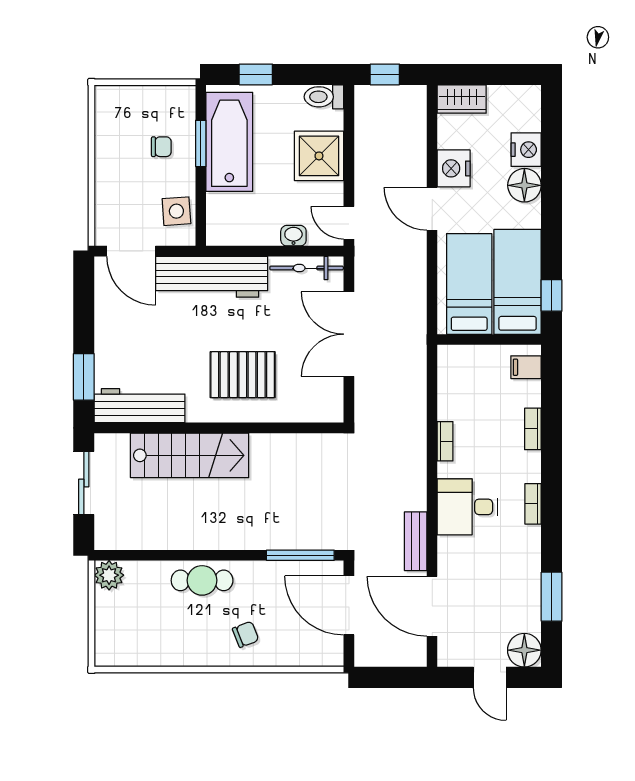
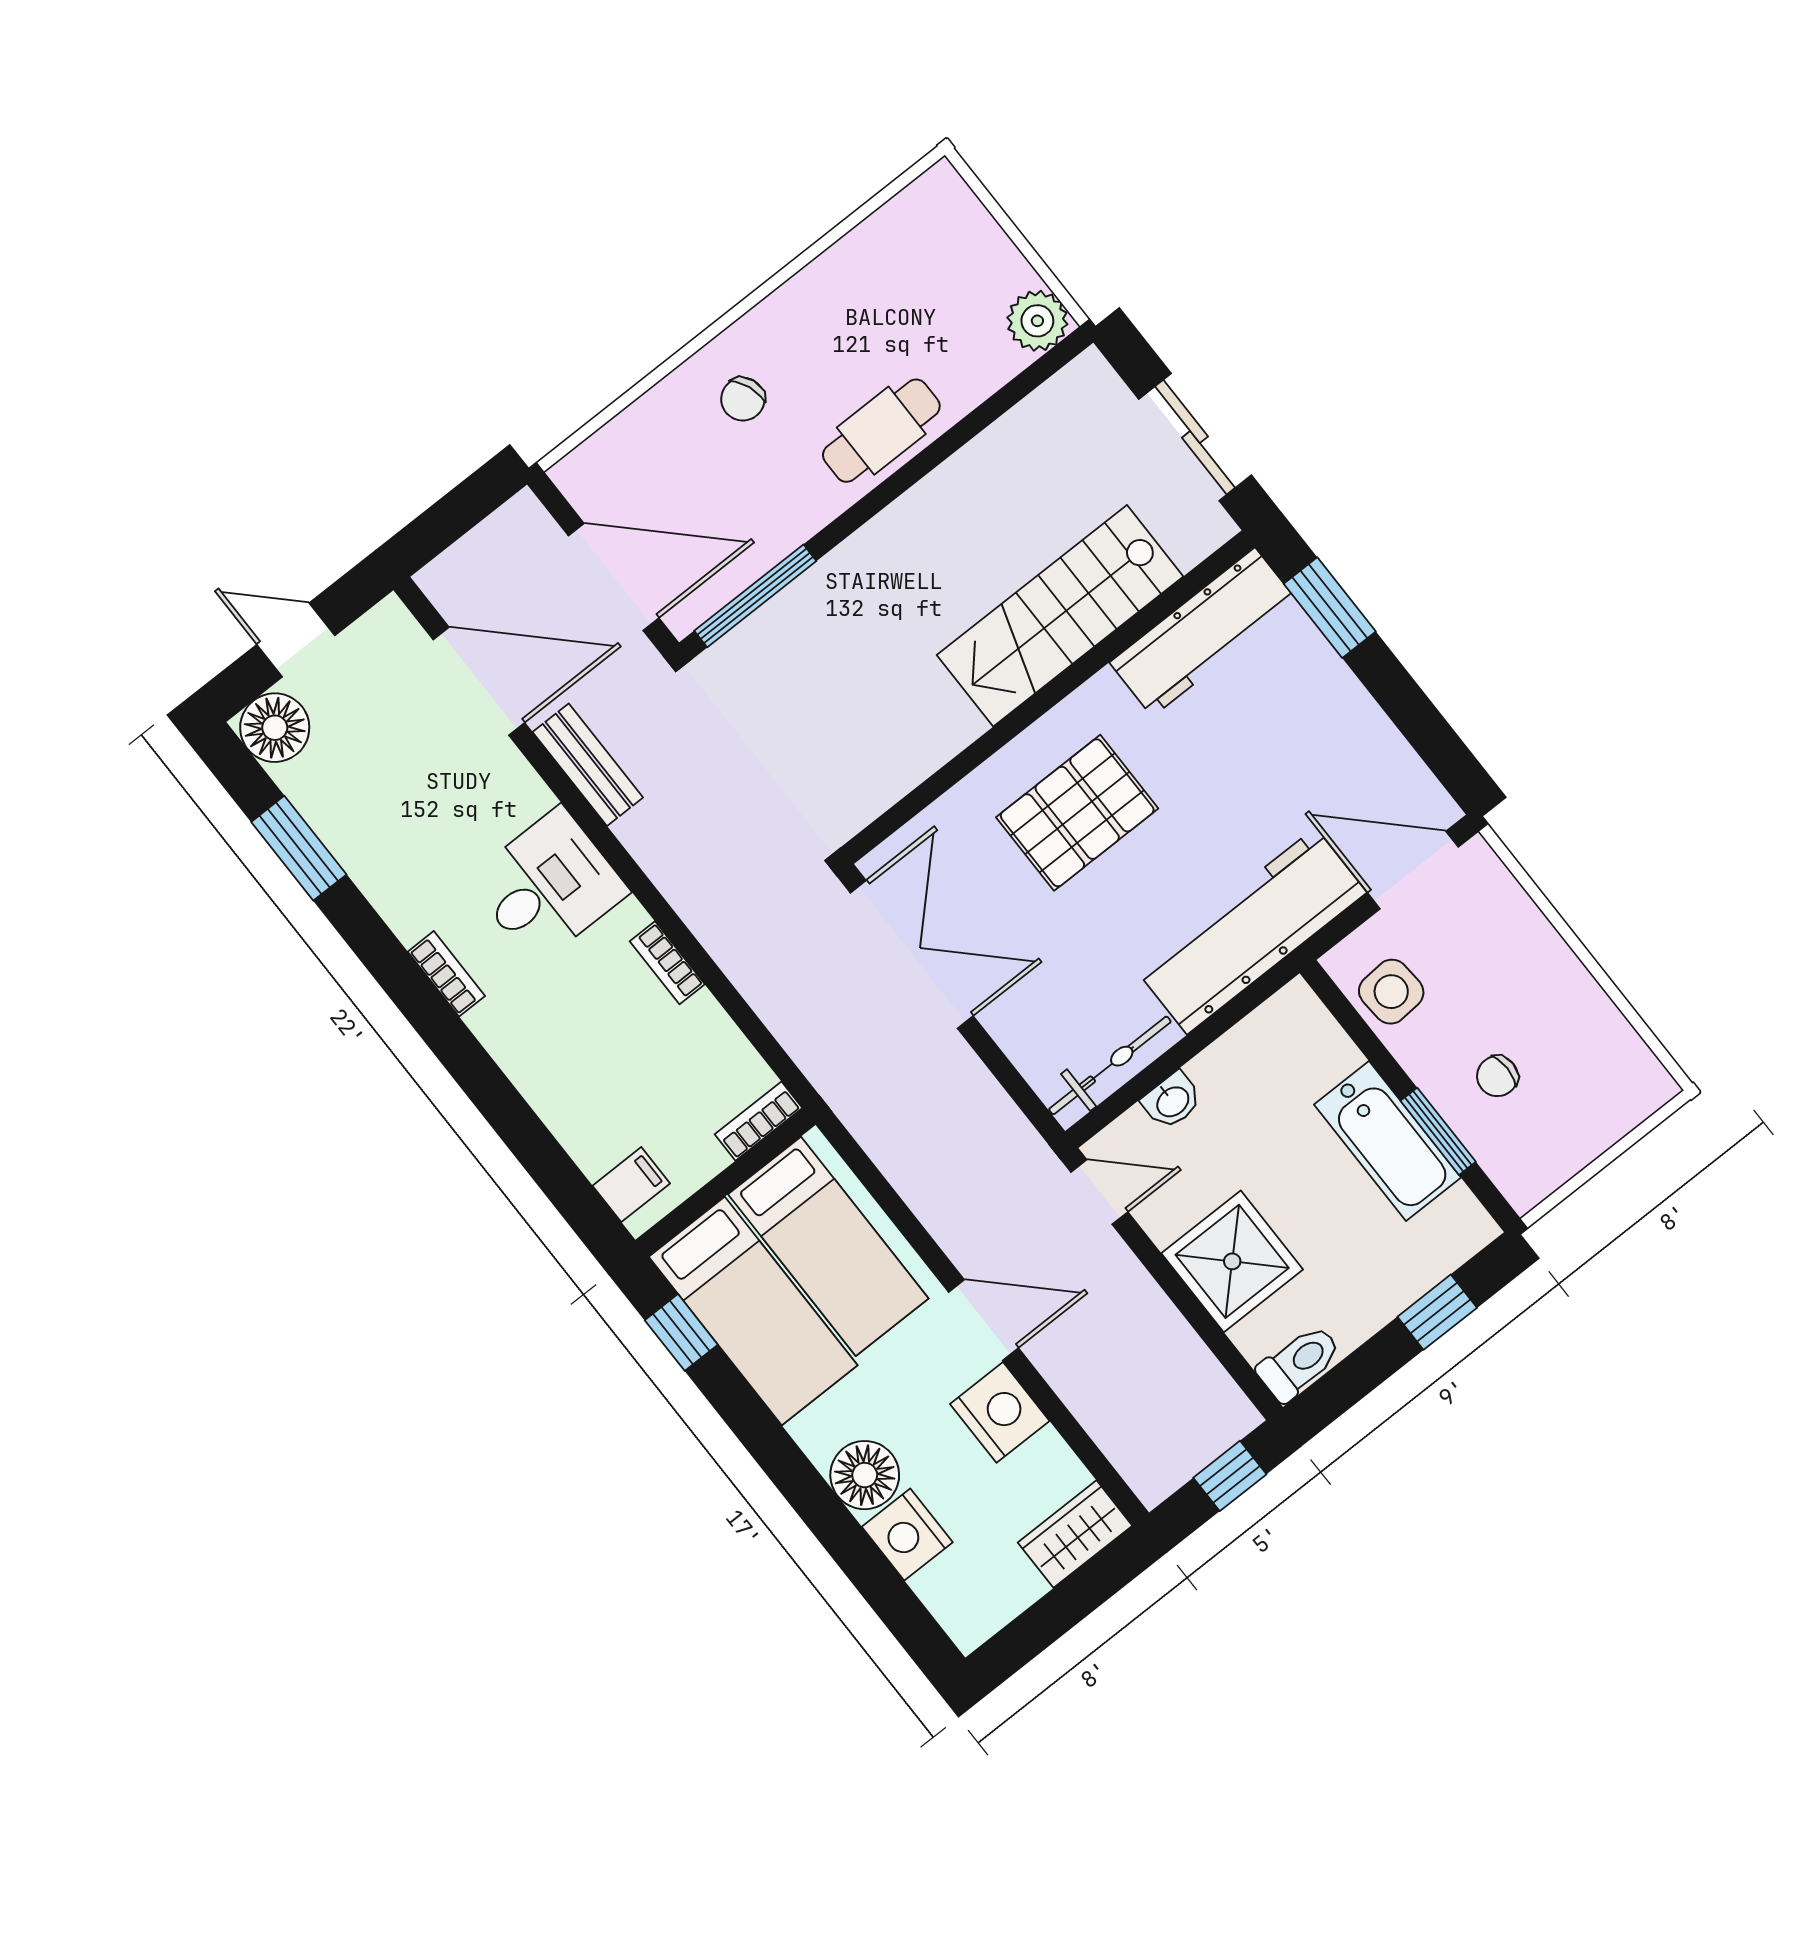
bathtub: (229, 142) -> (1387, 1141), width x0.73, depth x0.73
double door: (349, 334) -> (912, 954), moved
bookcase: (533, 429) -> (759, 1121), moved, turned -90

